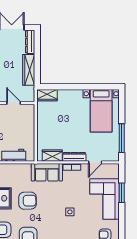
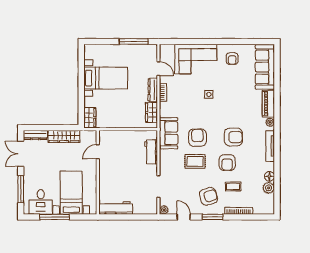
bed with nightstands: (101, 111) -> (106, 78), moved
sofa: (47, 172) -> (169, 133), moved
window: (122, 193) -> (189, 41), removed

